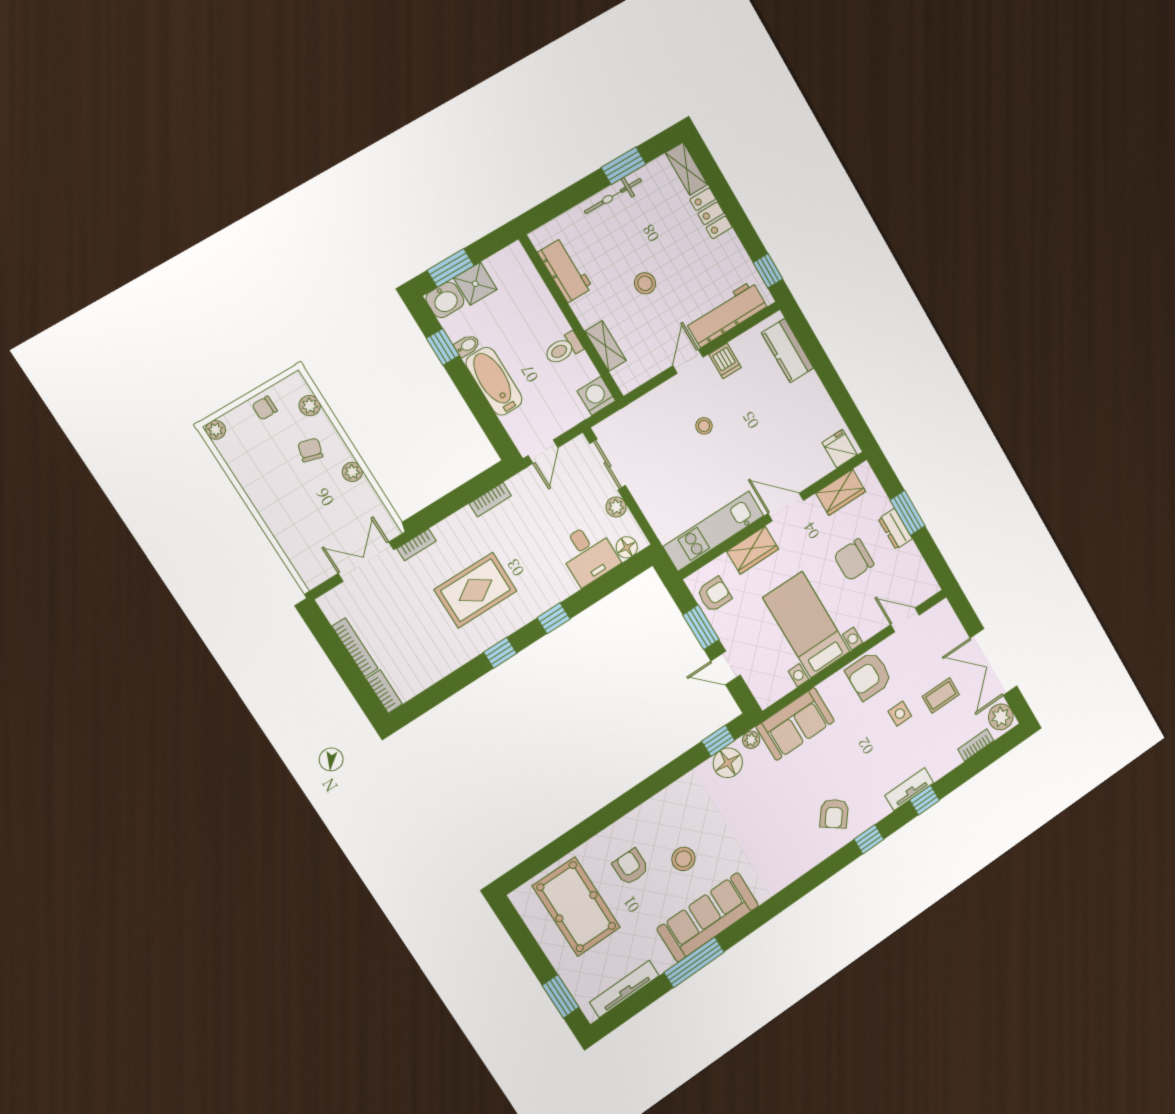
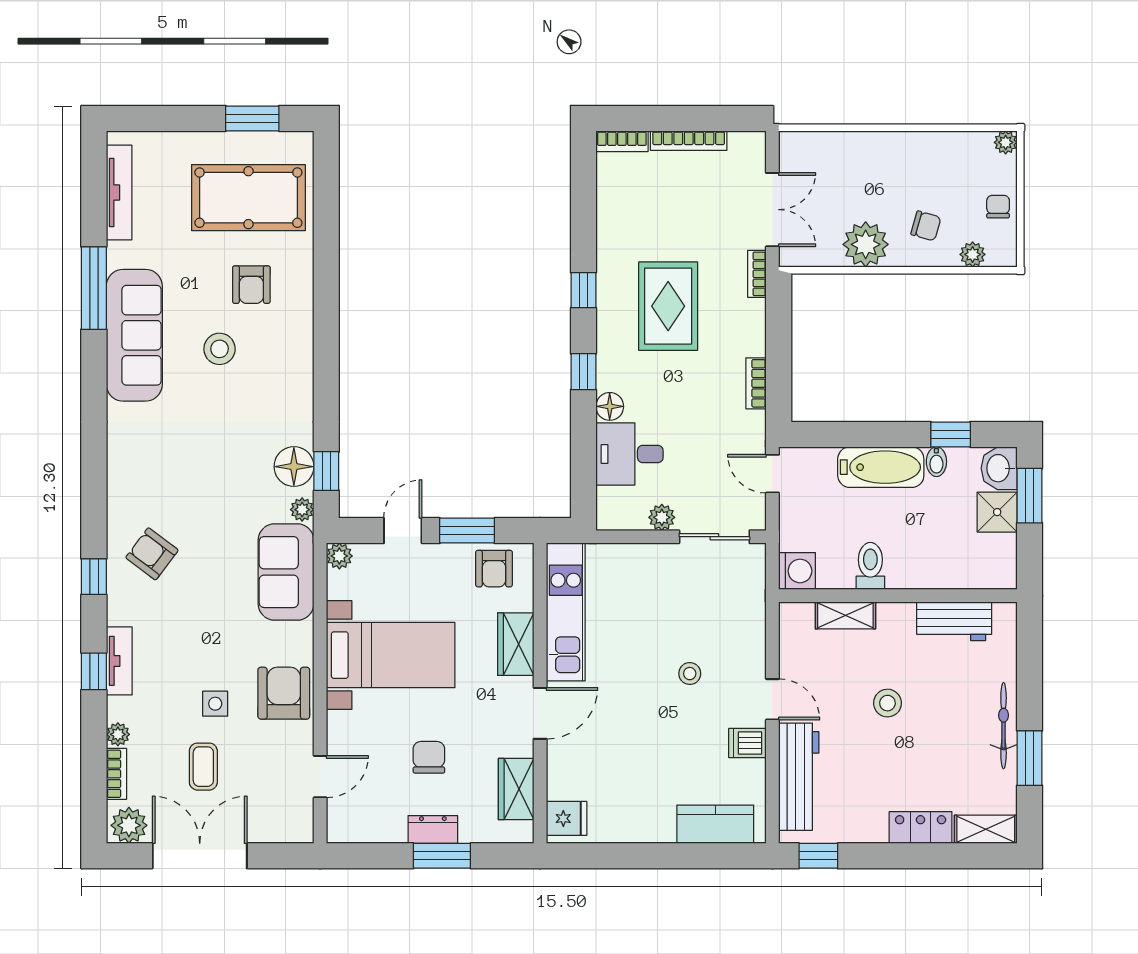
plant: (352, 472) -> (866, 244), width x1.87, depth x1.87
floor lamp: (627, 547) -> (610, 406), moved
chair: (854, 560) -> (429, 757), width x0.73, depth x0.73
plant: (766, 697) -> (339, 556), added
plant: (952, 760) -> (118, 734), added
armchair: (631, 867) -> (251, 285), turned 90
window: (561, 996) -> (252, 118), moved

